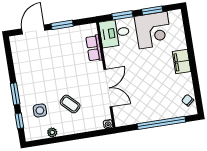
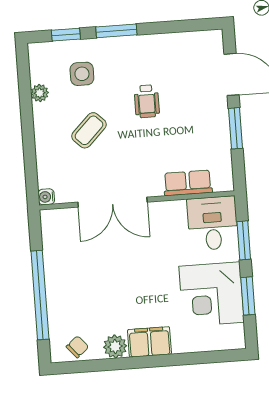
wheelchair: (52, 74) -> (147, 101), added
plant: (186, 80) -> (115, 346), added

